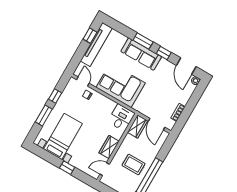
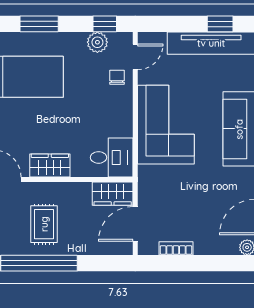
plant: (67, 95) -> (97, 42), added
window: (55, 96) -> (105, 24), moved

